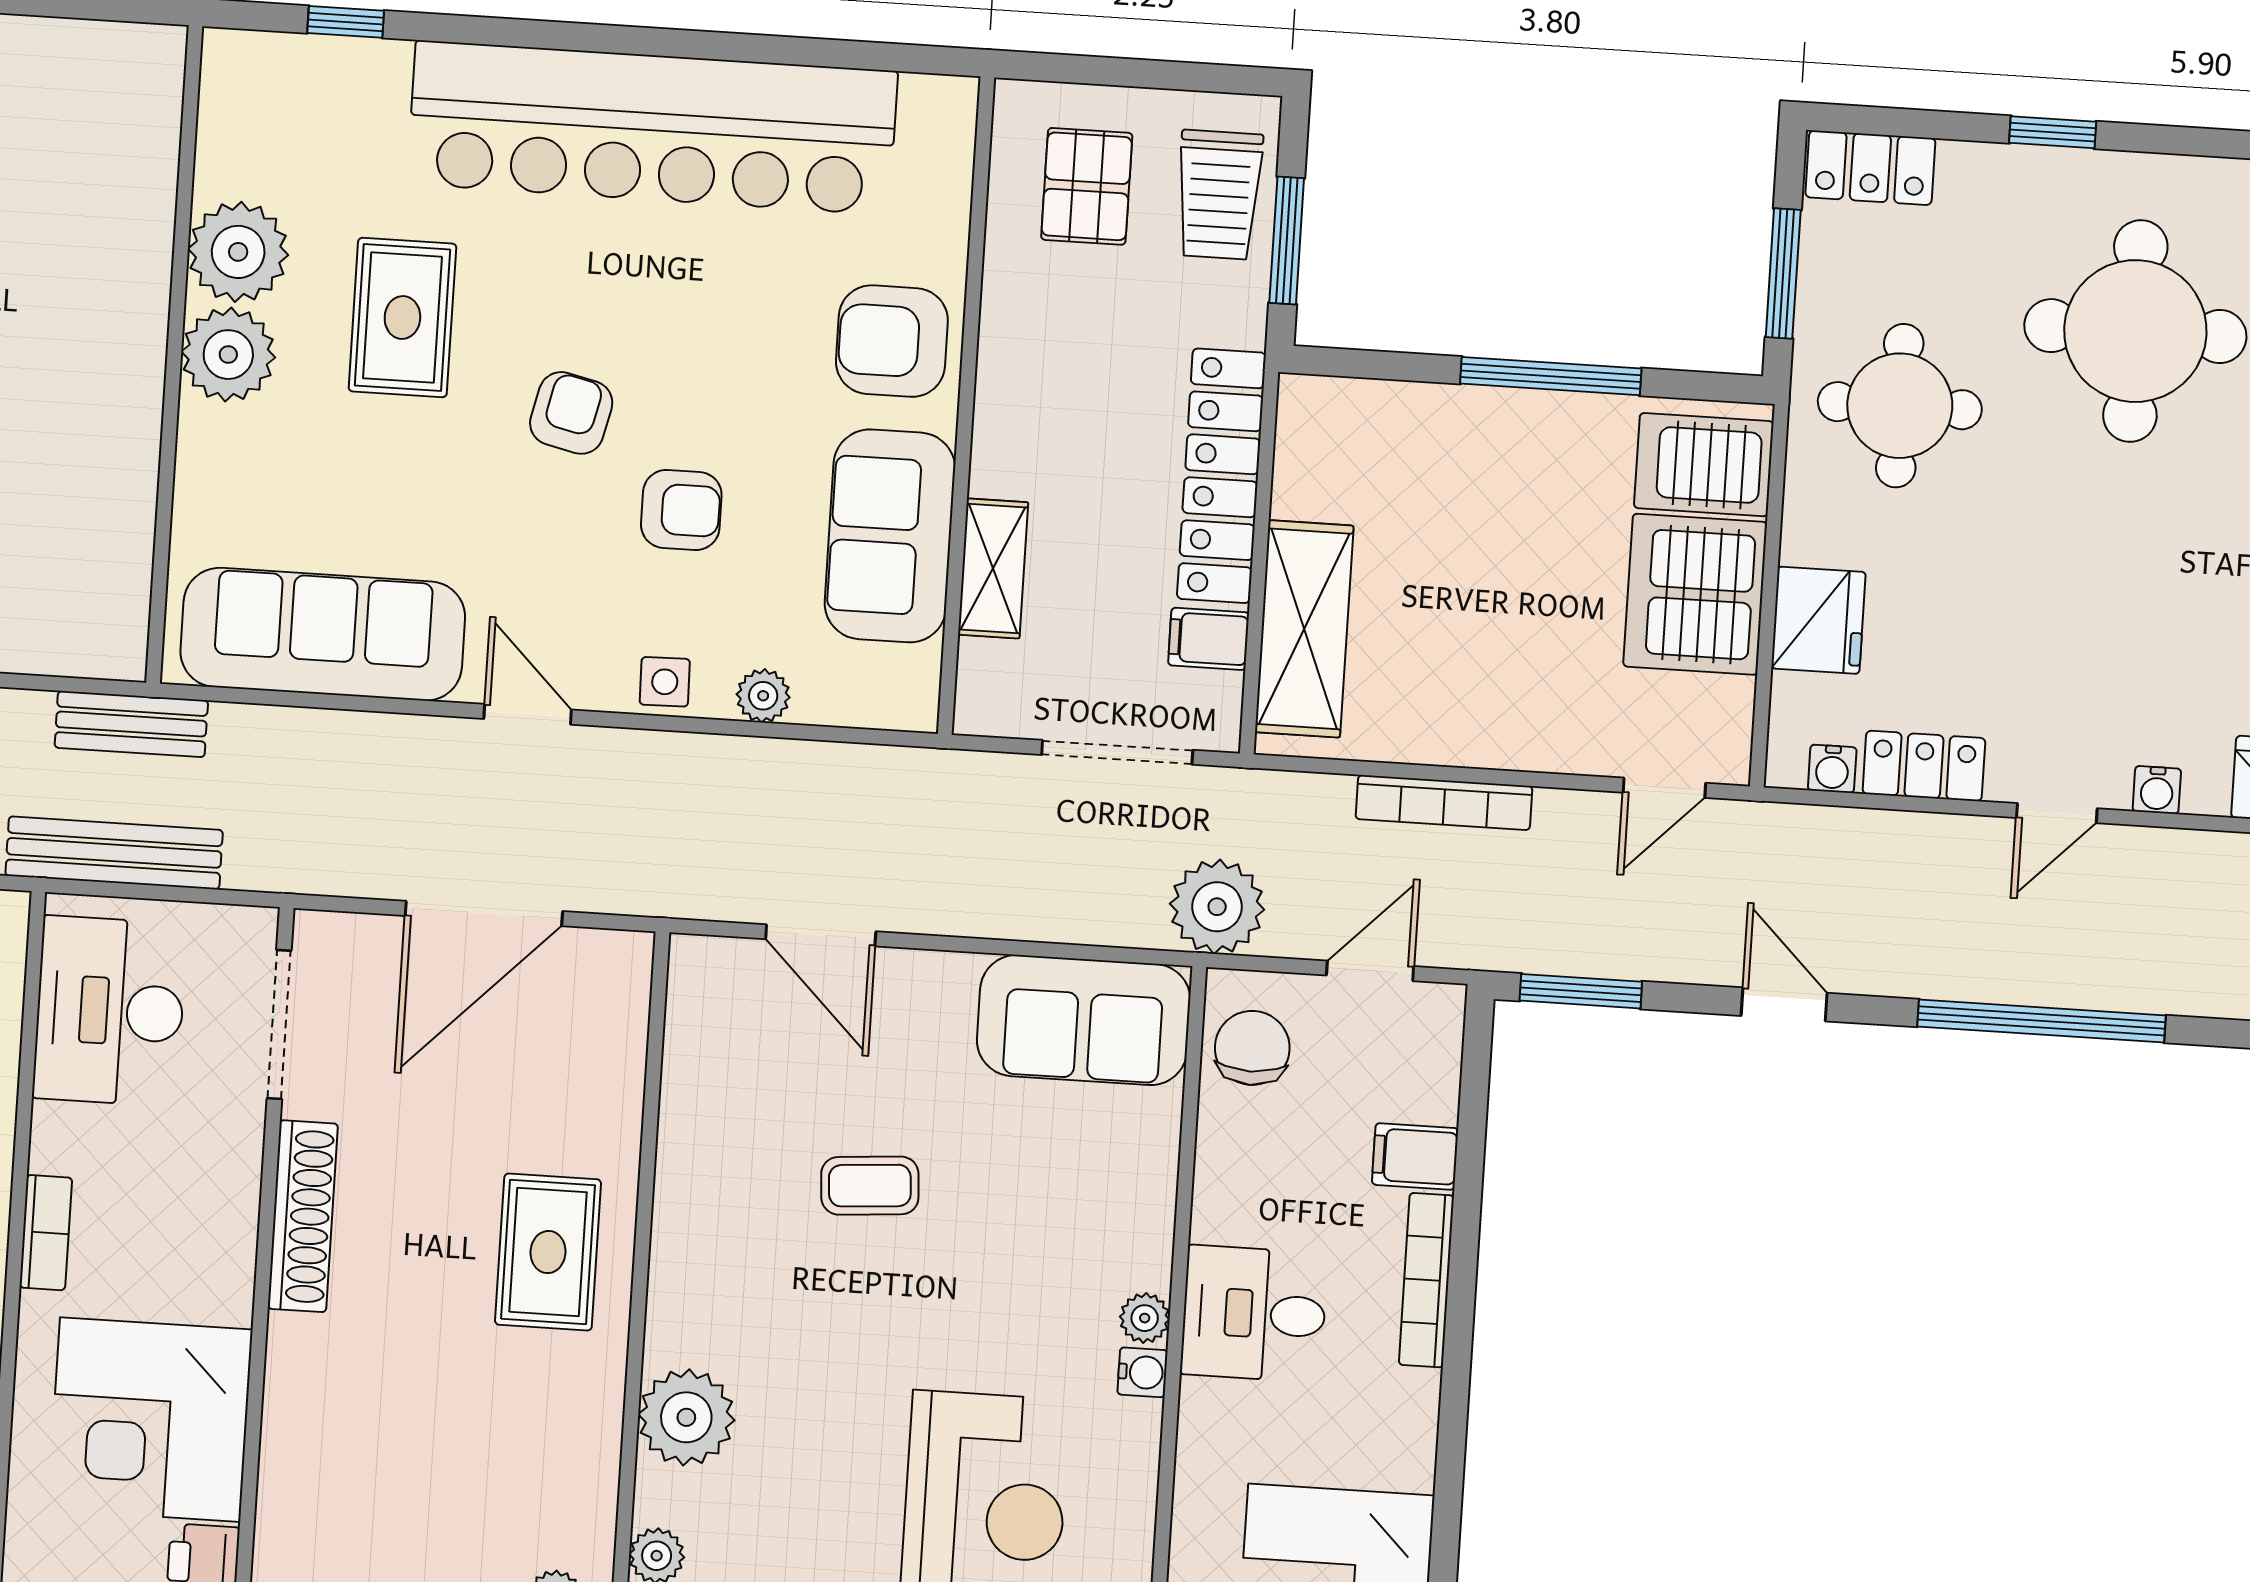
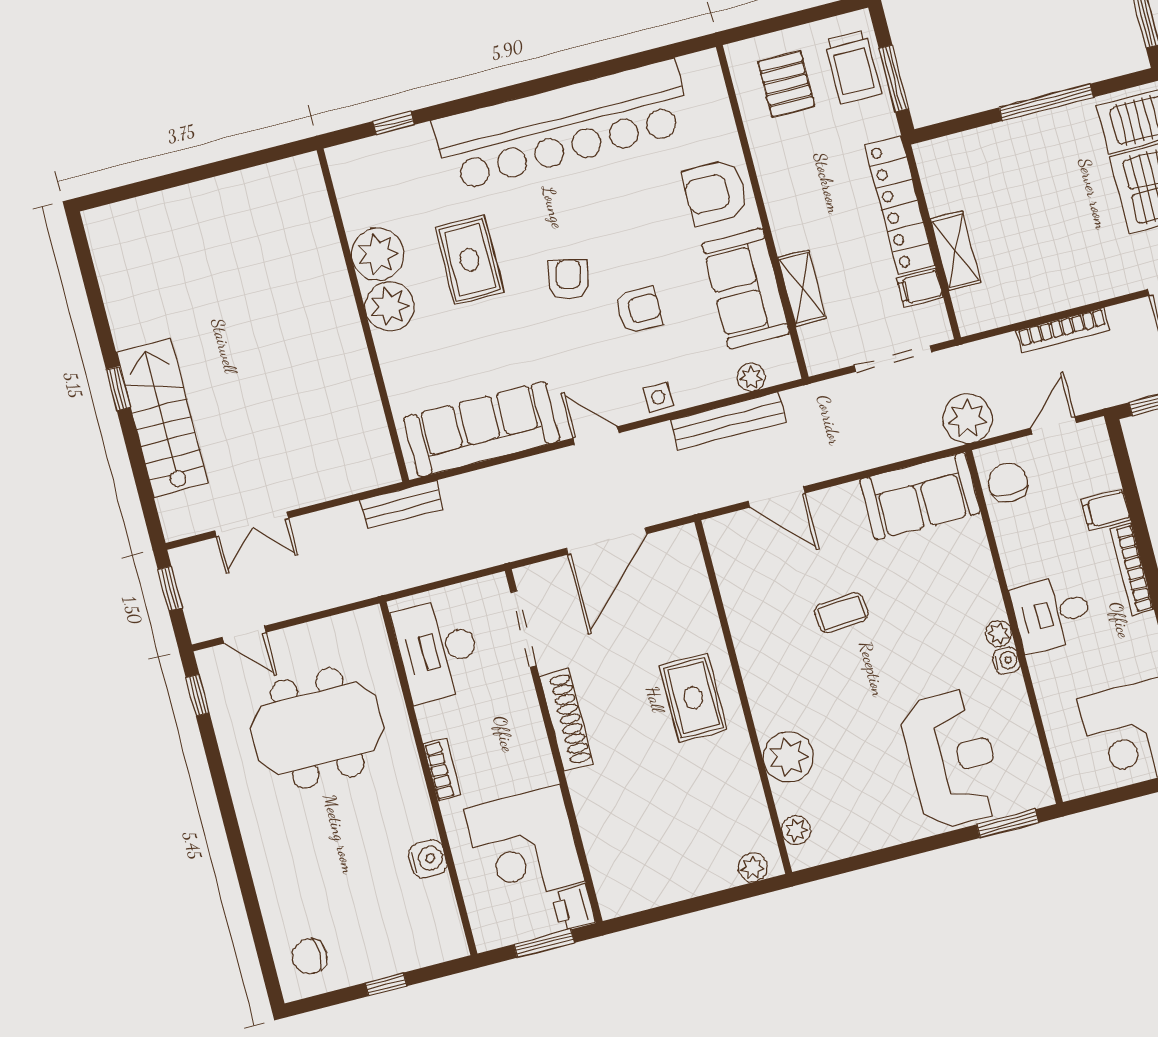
shelving: (1304, 629) -> (956, 251), width x0.67, depth x0.75
plant: (763, 696) -> (751, 377), moved
bench: (114, 853) -> (728, 421), moved

